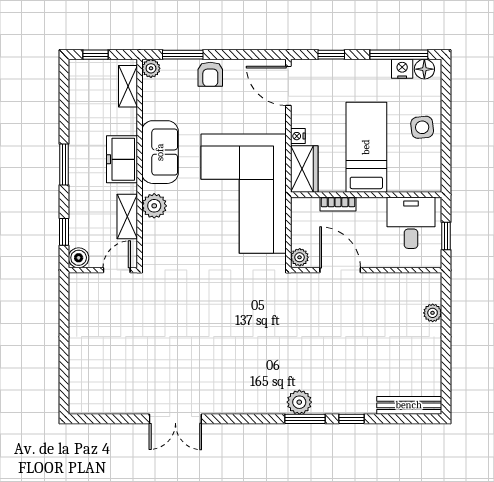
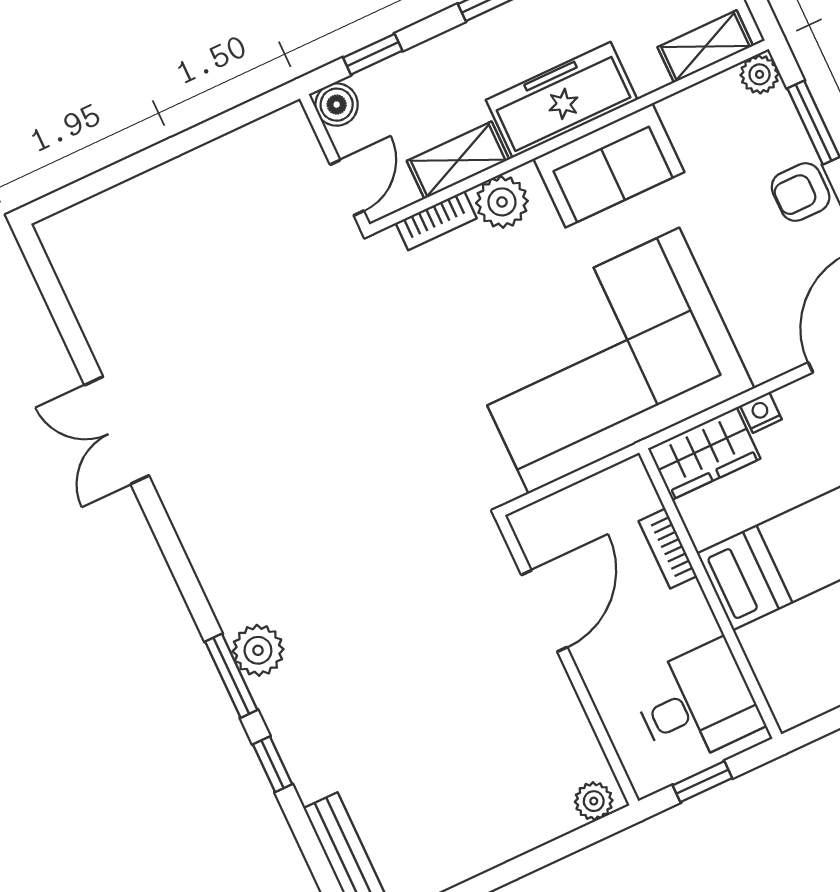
freezer: (122, 159) -> (562, 100), width x1.40
bookcase: (149, 238) -> (436, 221), added
plant: (300, 257) -> (533, 523), removed
door: (117, 270) -> (347, 188), hinge flipped
plant: (433, 313) -> (594, 801), moved

